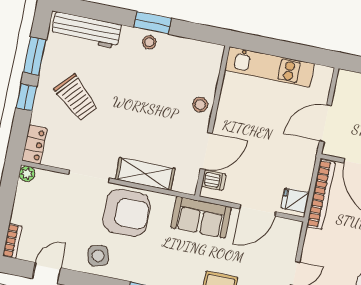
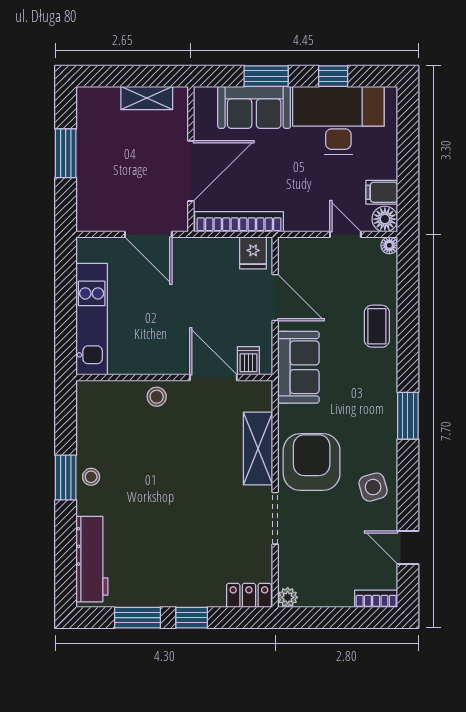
trolley: (76, 98) -> (180, 555), removed

